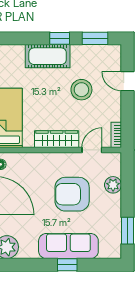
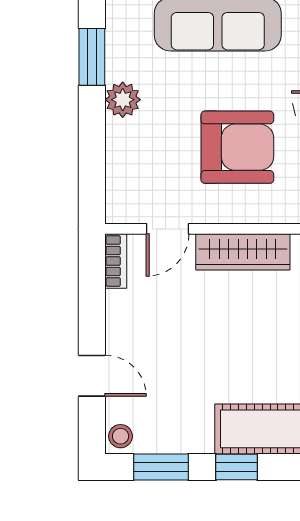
stool: (81, 90) -> (121, 436), moved, width x0.53, depth x0.53
plant: (113, 185) -> (123, 100), moved
armchair: (72, 194) -> (237, 147), moved

